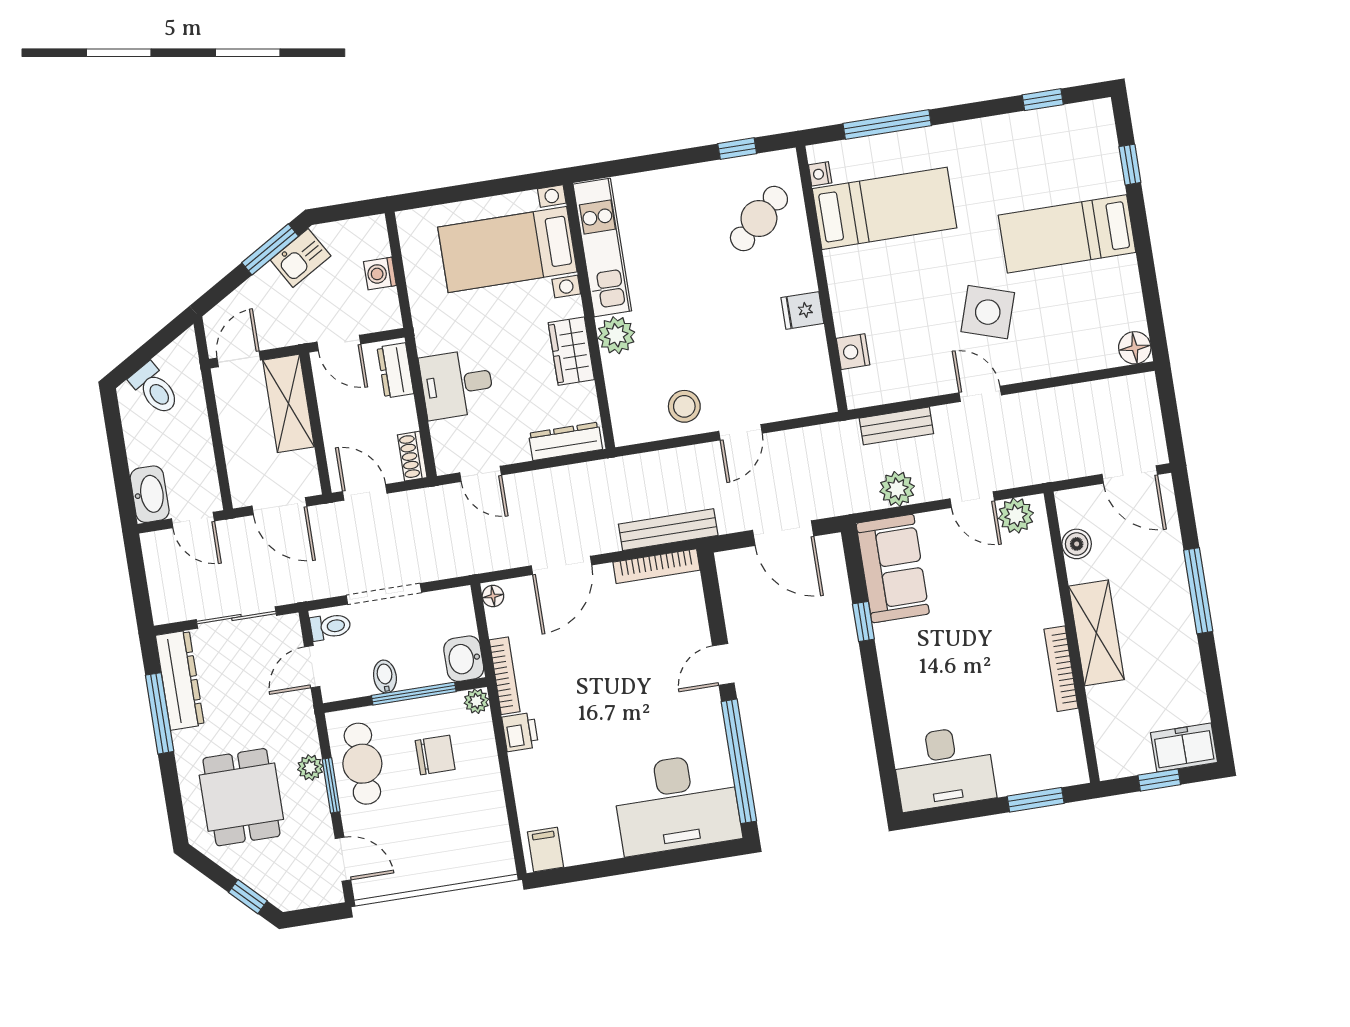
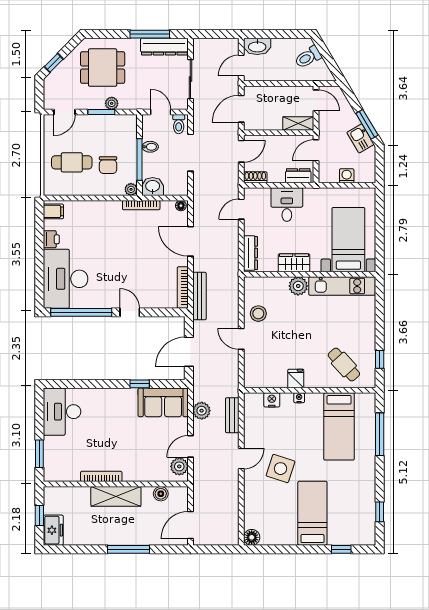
nightstand: (820, 174) -> (299, 398), moved
shelving: (289, 403) -> (298, 123), width x0.67, depth x0.75
printer: (520, 732) -> (51, 239), moved, turned -90
cafe table: (362, 764) -> (72, 162), moved

